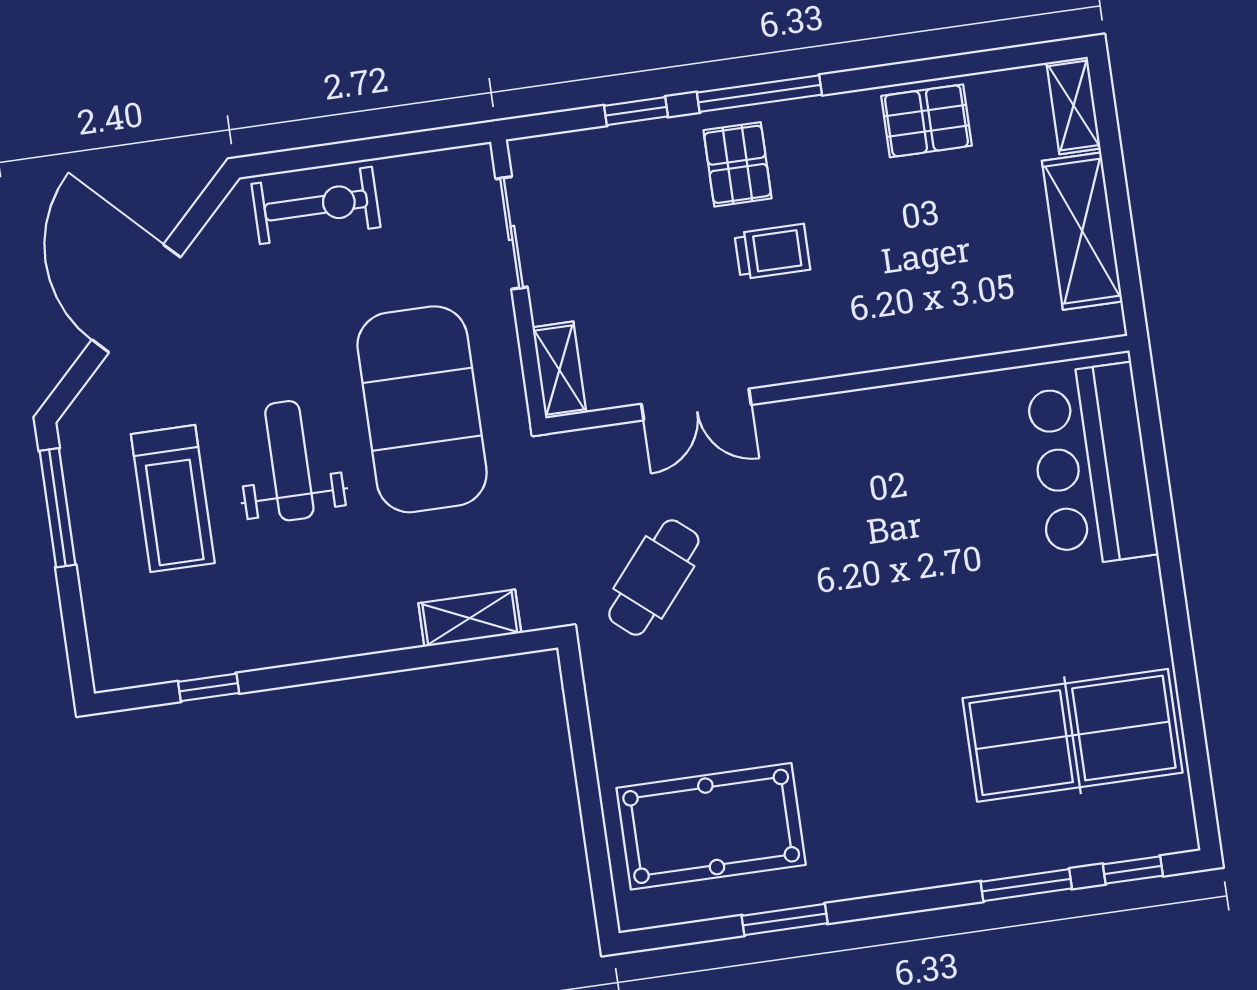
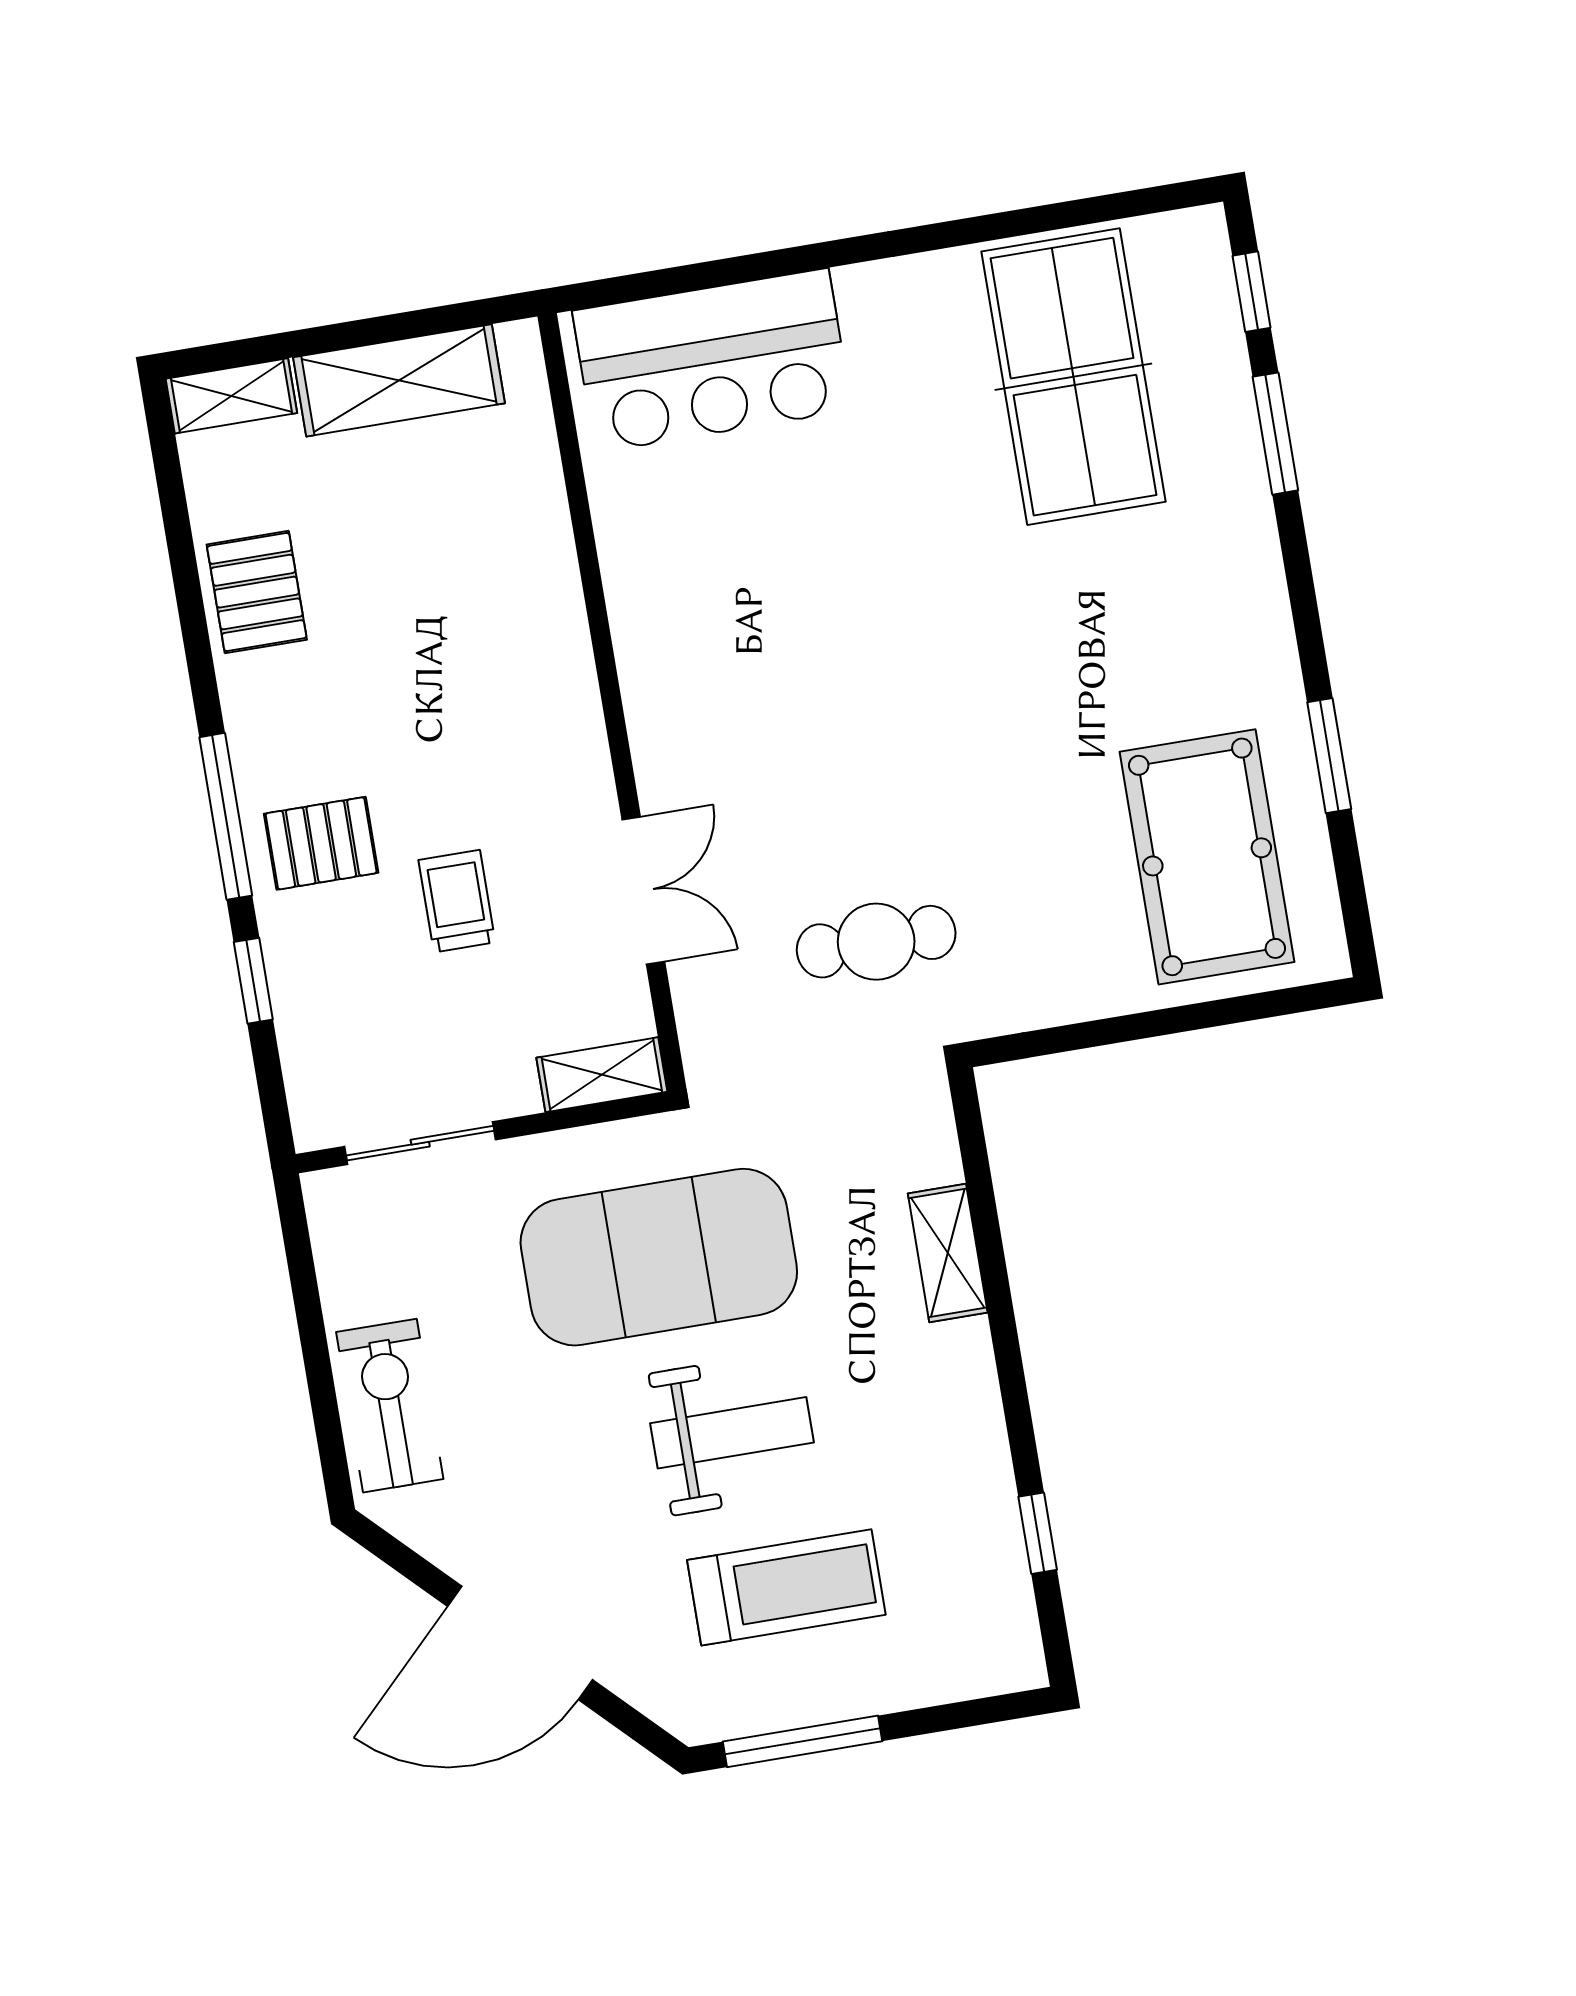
trolley: (772, 252) -> (457, 901), moved
weight bench: (289, 461) -> (732, 1433), turned 180
cafe table: (654, 577) -> (876, 942), turned -40
shelving: (470, 618) -> (948, 1253), moved

